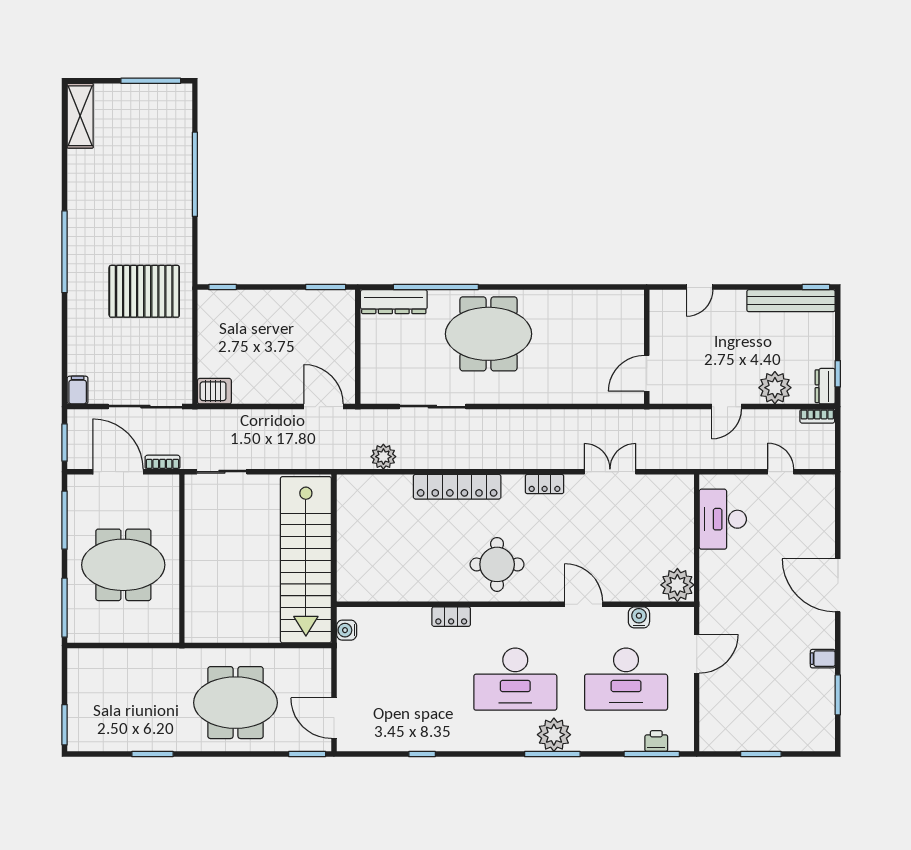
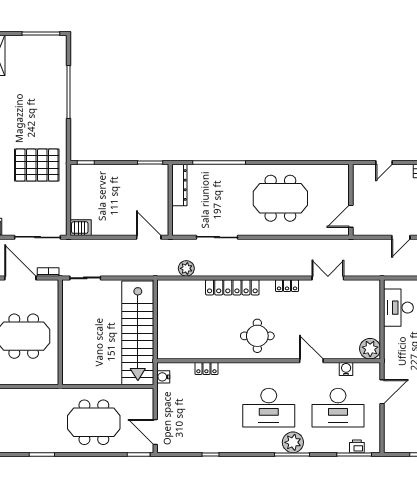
dresser: (394, 302) -> (179, 185), moved, turned -90
meeting table: (489, 334) -> (280, 198), moved
locker: (451, 617) -> (206, 368), moved

